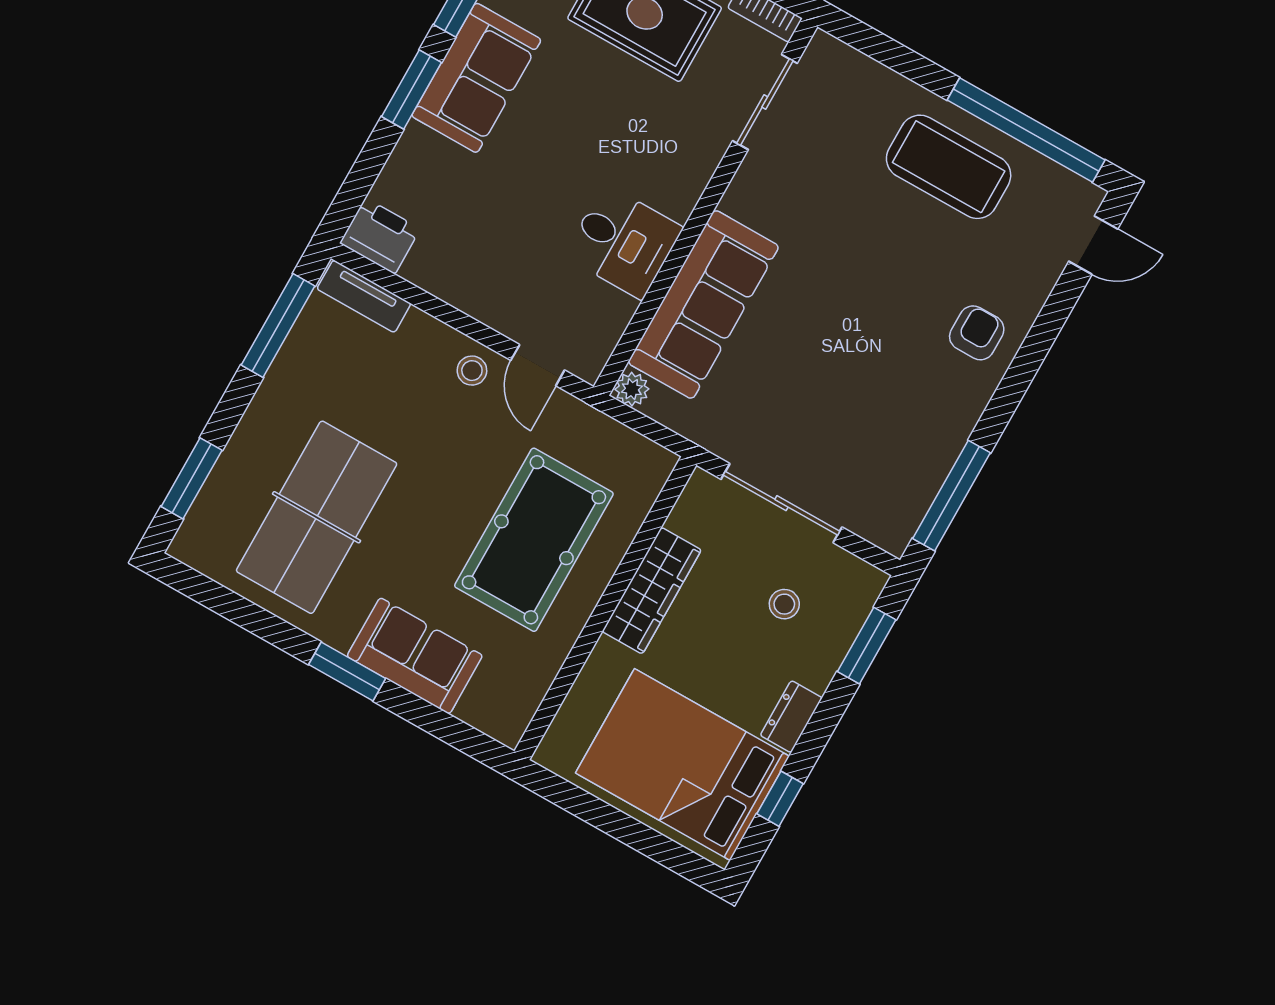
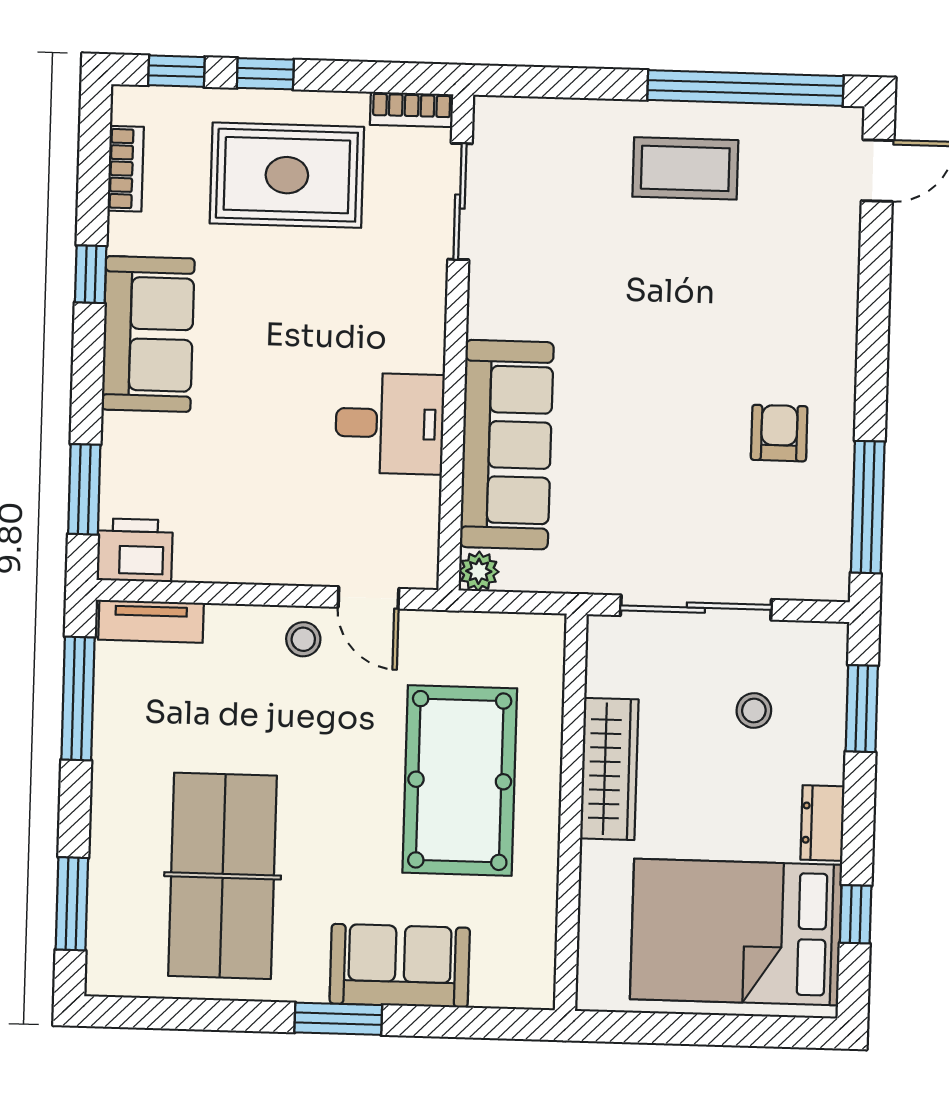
window: (412, 90) -> (84, 489), moved
coffee table: (949, 167) -> (685, 168), width x0.73, depth x0.76
armchair: (977, 333) -> (779, 433), moved

